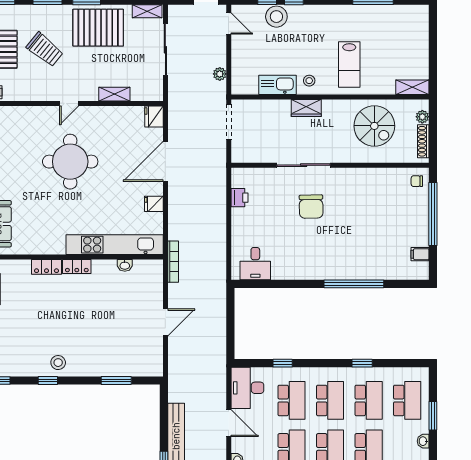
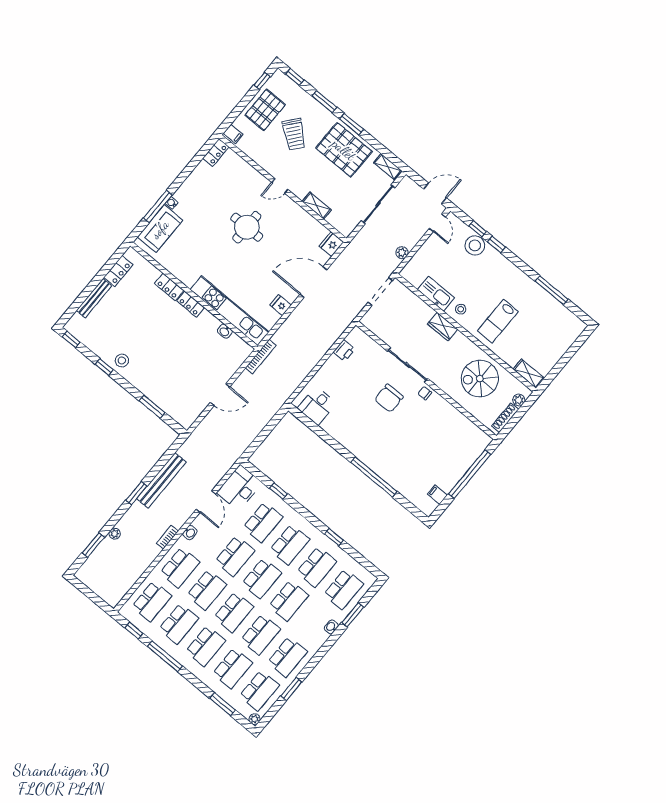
spiral stairs: (374, 126) -> (480, 379), turned 90
round table: (70, 162) -> (247, 227), width x0.73, depth x0.73
chair: (417, 181) -> (425, 393), moved

